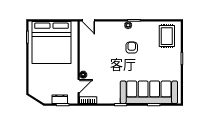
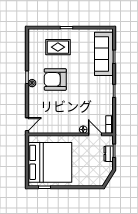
rug: (167, 36) -> (58, 47), moved
armchair: (132, 48) -> (55, 79), width x1.88, depth x1.88
sofa: (149, 92) -> (104, 54), width x0.74, depth x0.79

